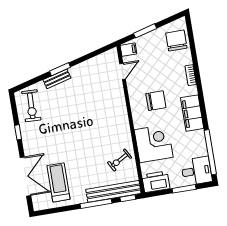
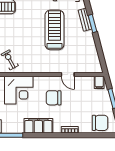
door: (123, 71) -> (68, 74), moved
chair: (156, 101) -> (54, 98), turned 90
treadmill: (75, 113) -> (54, 30), added

